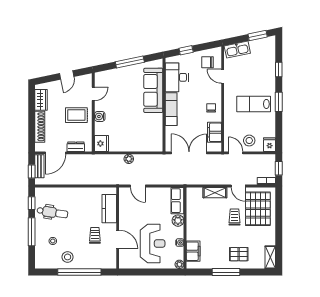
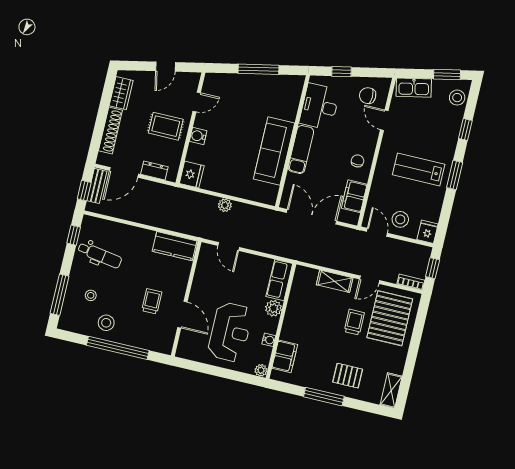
stool: (268, 49) -> (457, 98), added
sofa: (153, 90) -> (274, 151), moved
door: (238, 186) -> (370, 280), hinge flipped
kitchen counter: (109, 209) -> (175, 246), moved, turned -90
window: (32, 232) -> (60, 295), moved

